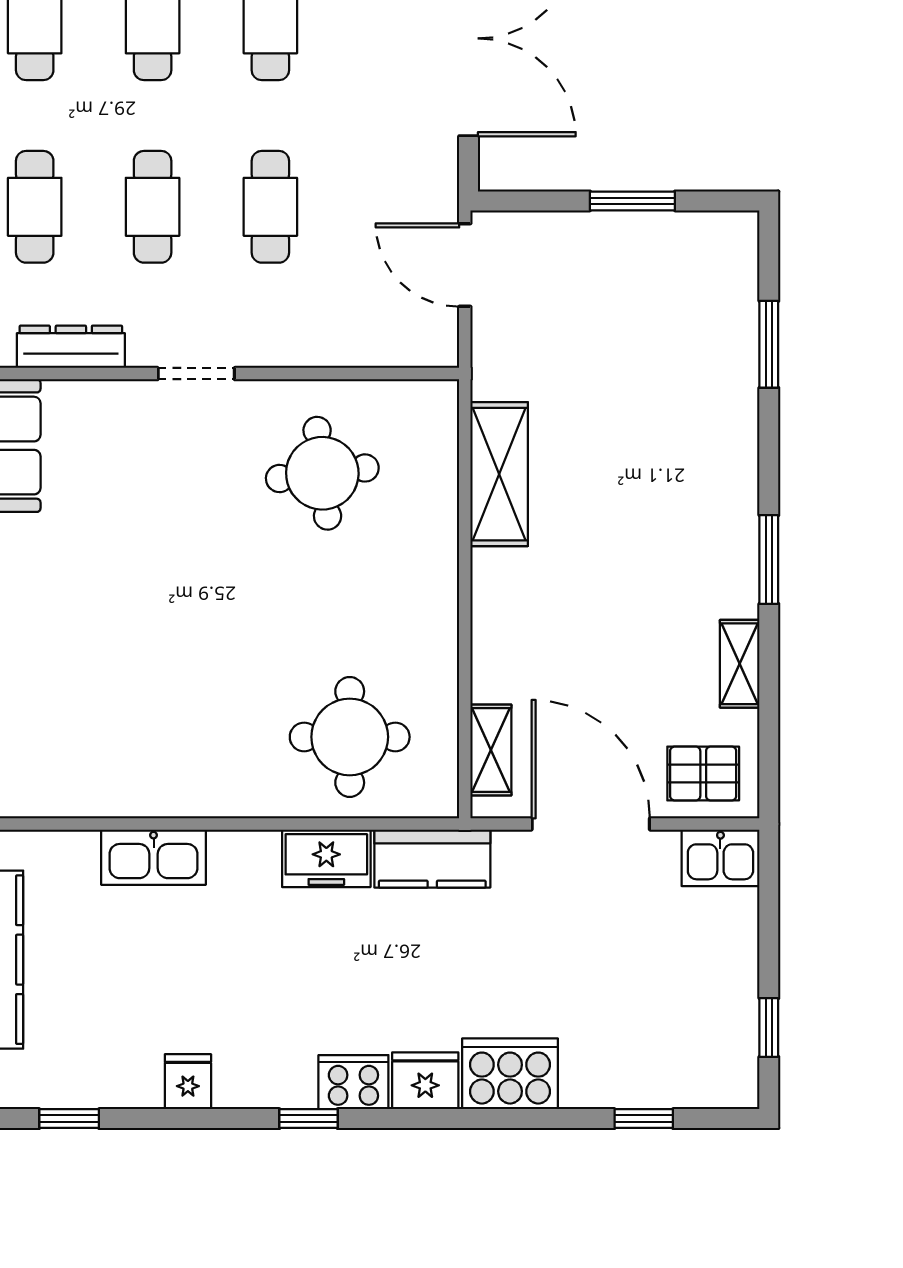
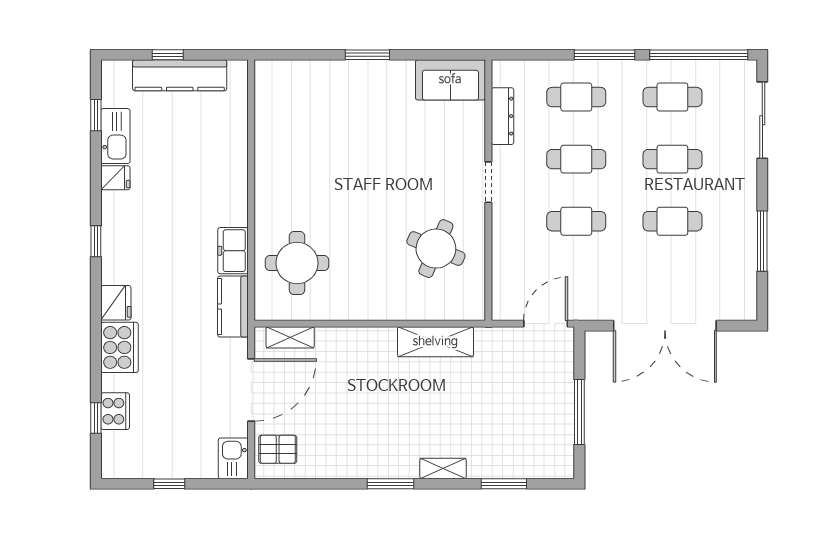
window: (632, 201) -> (579, 412), width x1.44
round table: (322, 473) -> (436, 249), turned 30
shelving: (740, 664) -> (443, 468), moved
pallet: (703, 773) -> (278, 449), turned 90
kitchen sink: (154, 857) -> (115, 136), moved, turned 180
window: (769, 1028) -> (169, 484), moved
cooker: (353, 1082) -> (115, 411), moved

